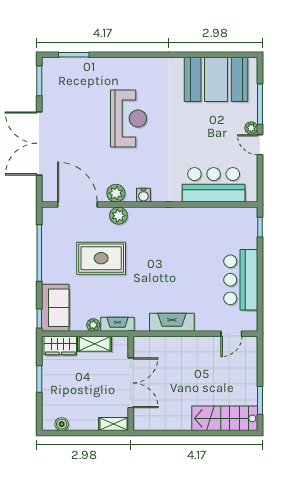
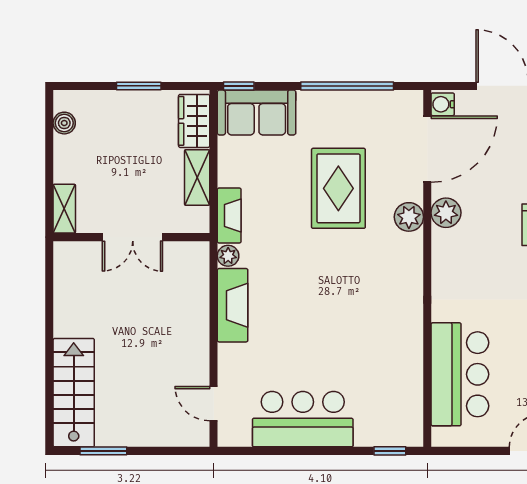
water cooler: (143, 195) -> (443, 104), moved
plant: (93, 325) -> (228, 256), moved
double door: (131, 383) -> (133, 237), width x0.73

